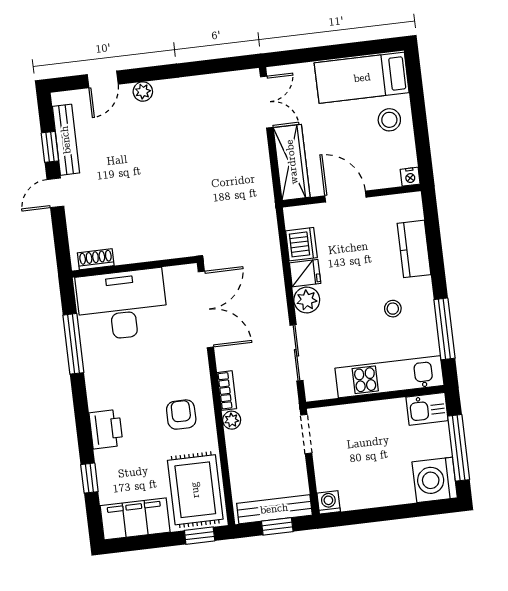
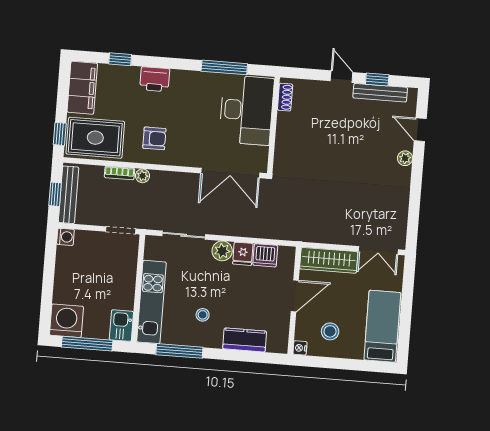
stool: (389, 120) -> (330, 331), moved
bookcase: (227, 391) -> (120, 173), moved

